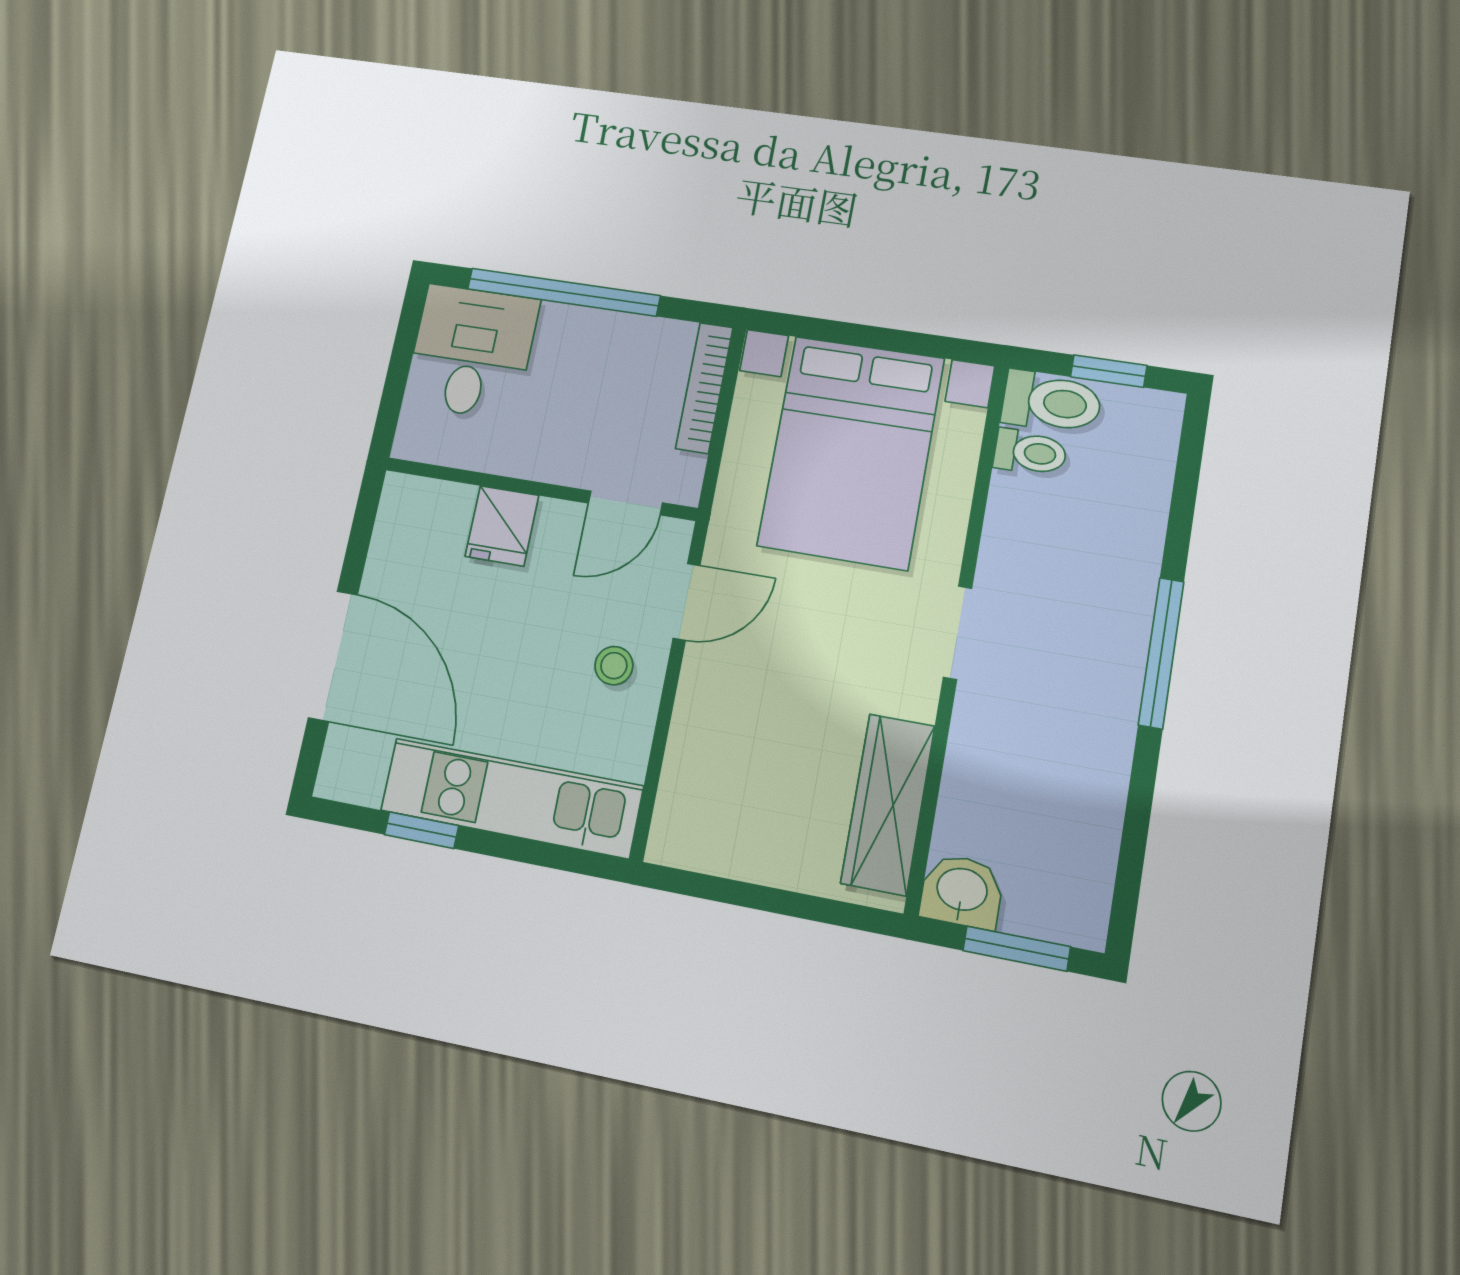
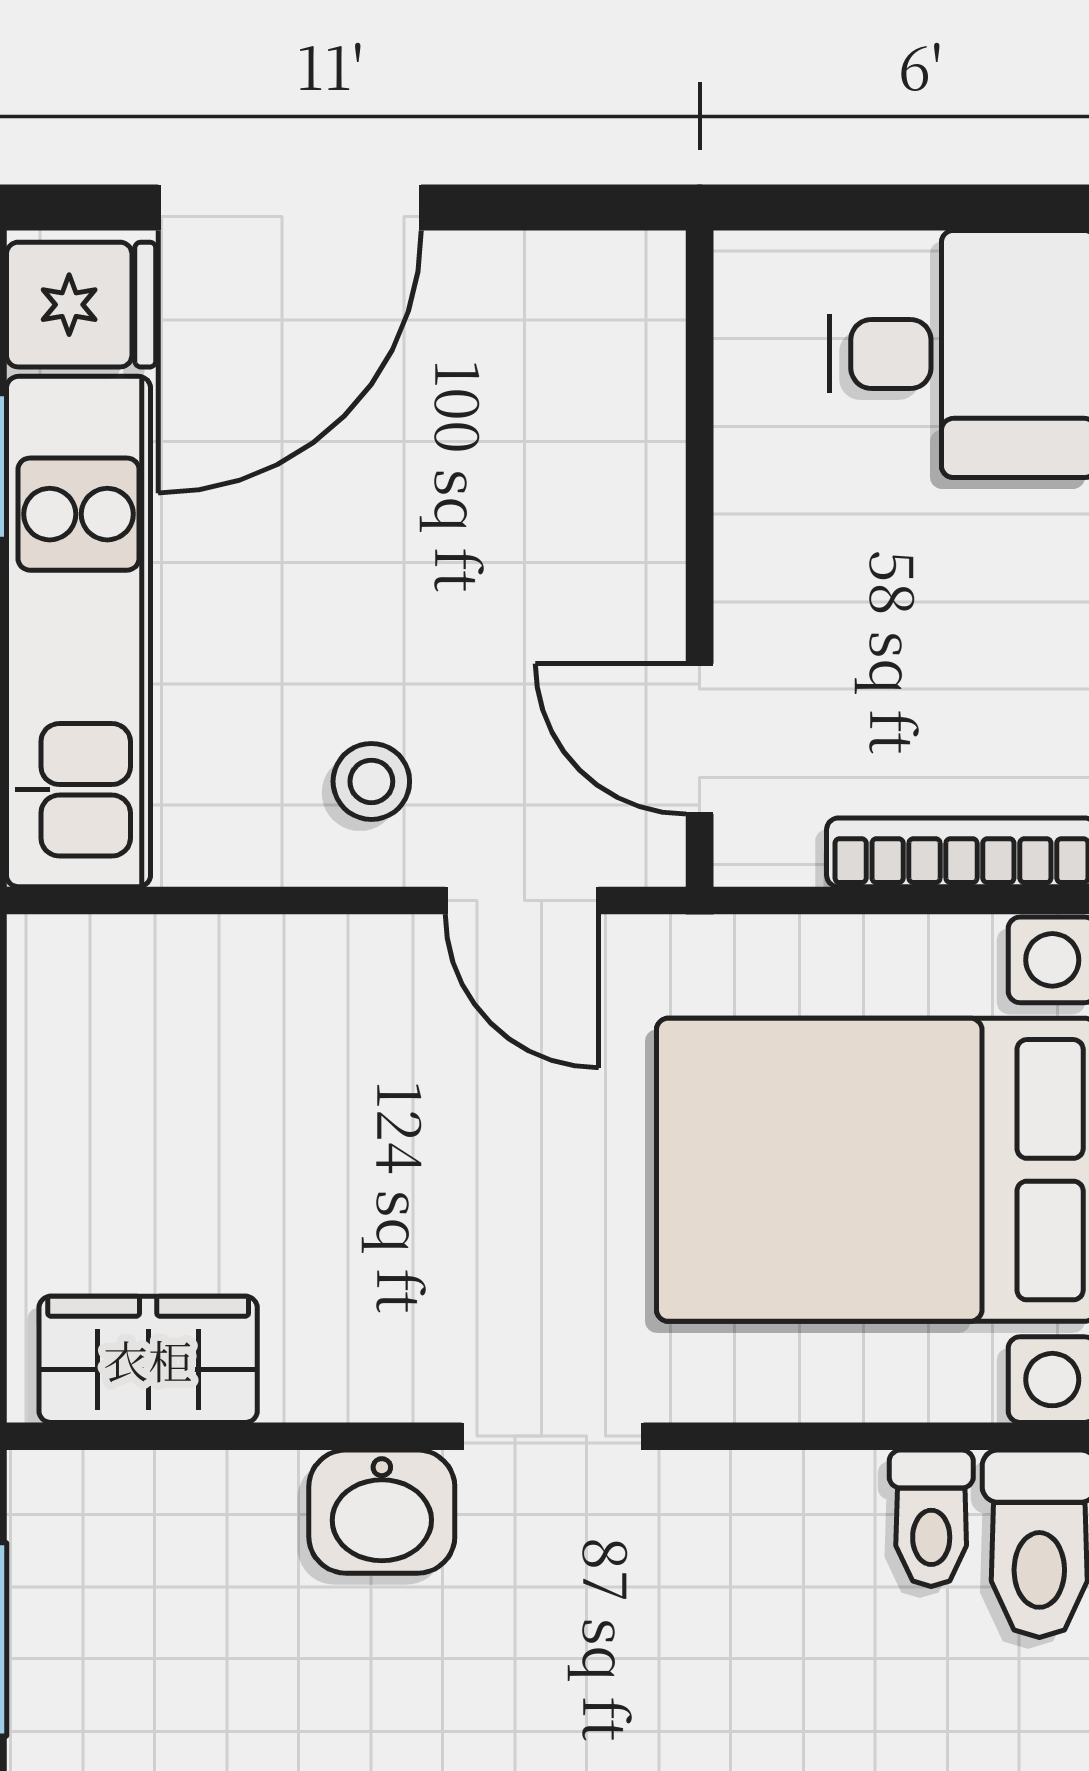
fridge: (502, 526) -> (81, 305), moved, turned 180
wardrobe: (888, 804) -> (148, 1359), width x0.67
washbasin: (962, 891) -> (382, 1512), moved, turned 90

